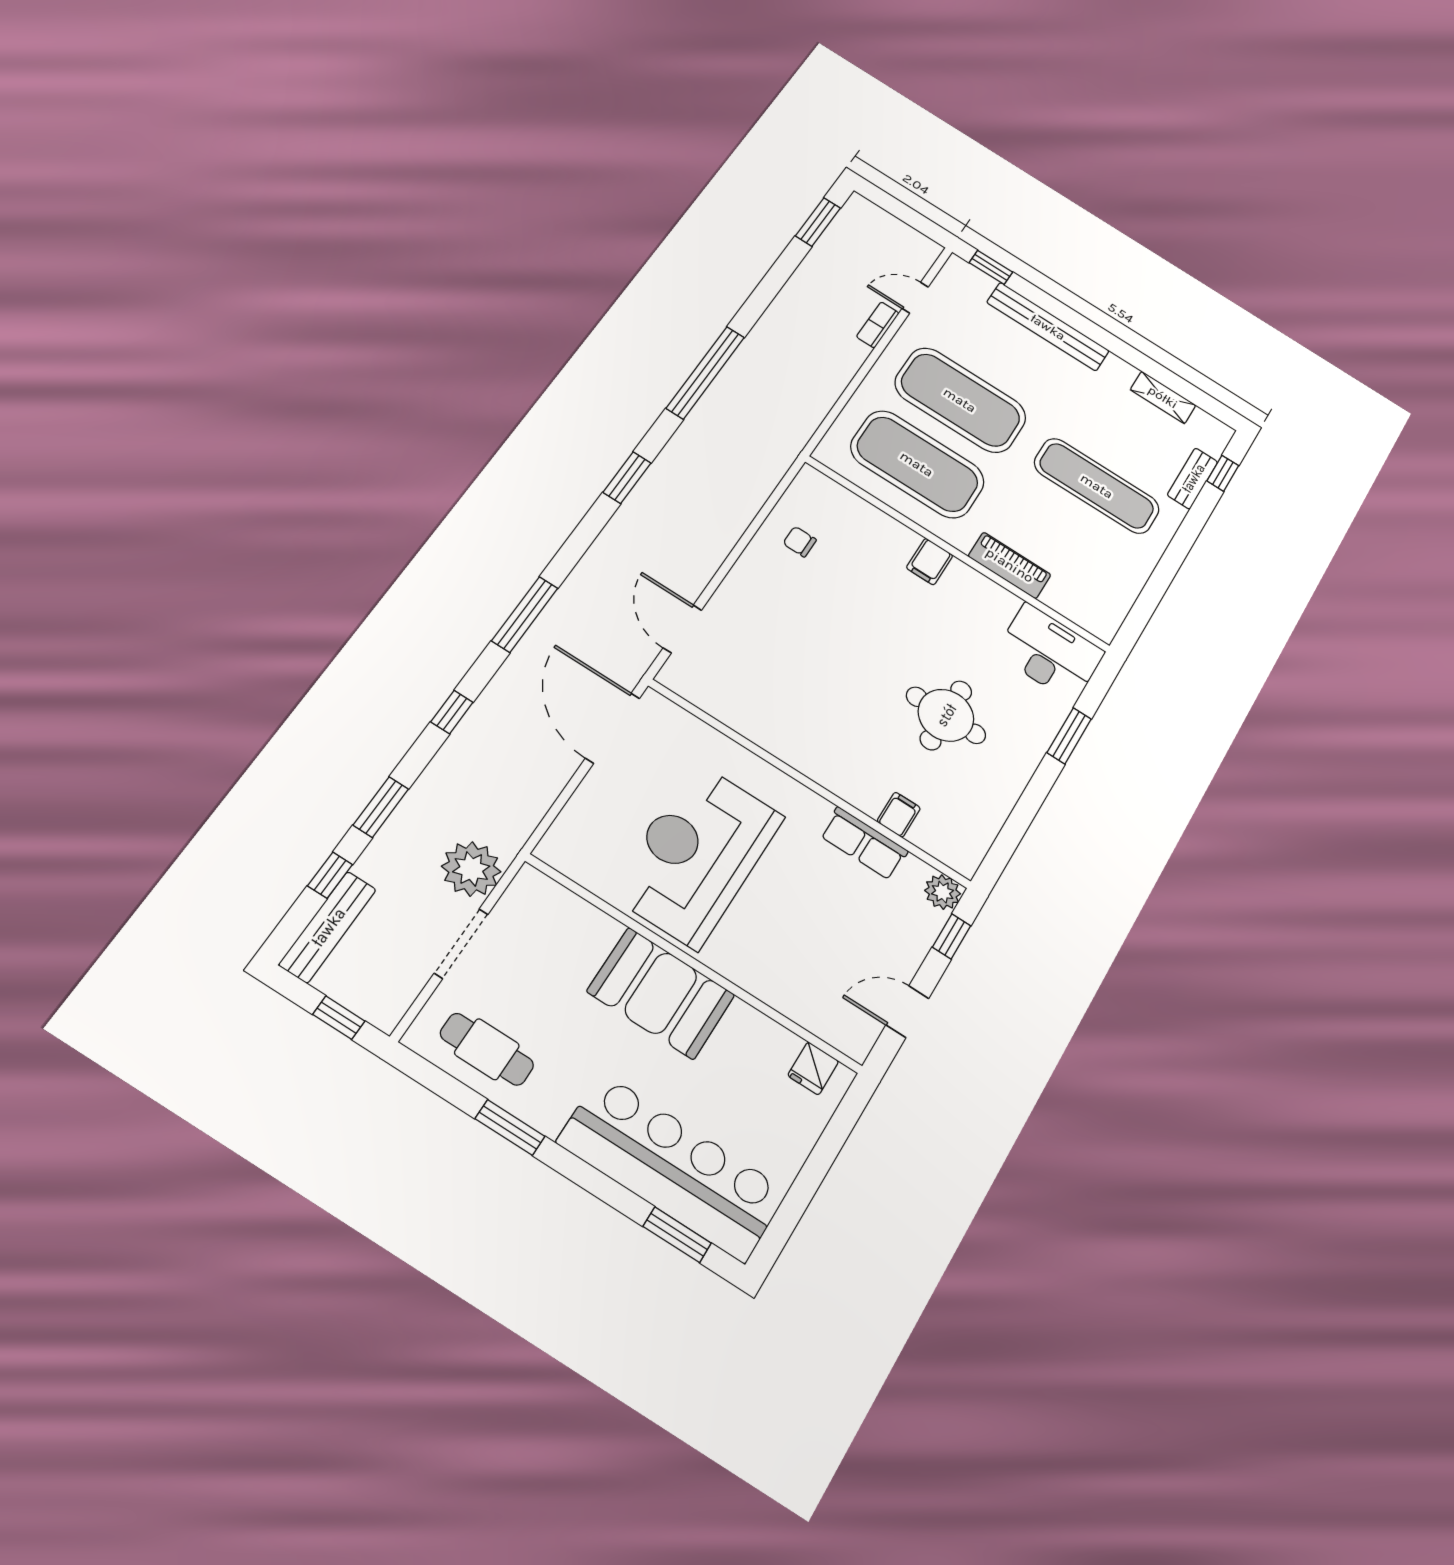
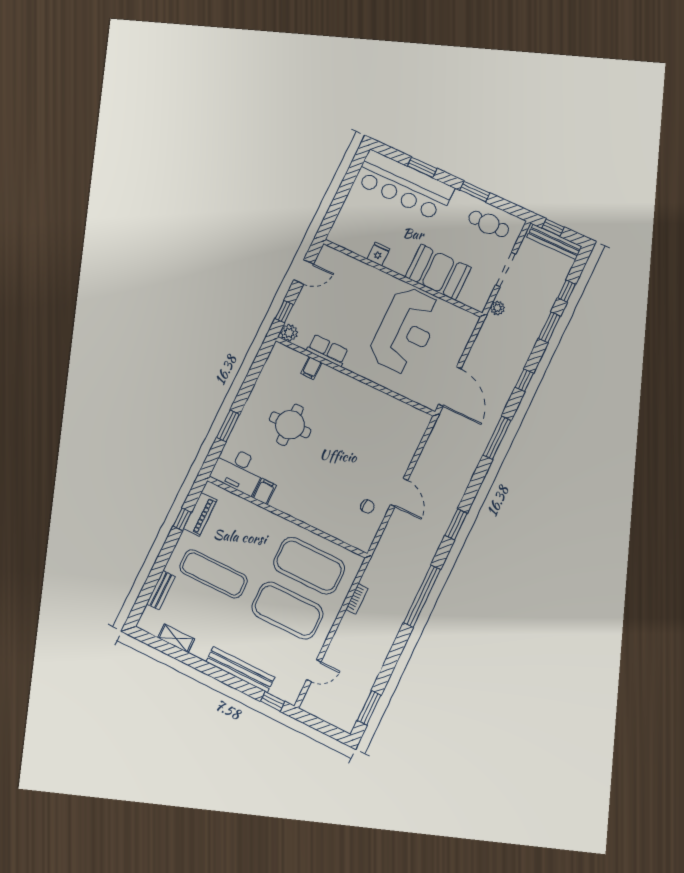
bookcase: (878, 325) -> (357, 599), moved
window: (1223, 473) -> (182, 519), moved
filing cabinet: (930, 562) -> (264, 491), moved
piano: (1010, 565) -> (200, 514), moved, turned -90
door: (682, 629) -> (399, 492), moved
plant: (471, 869) -> (497, 308), width x0.53, depth x0.53
bench: (328, 927) -> (554, 242), moved, turned 90
booth: (661, 993) -> (438, 272), moved
fridge: (813, 1068) -> (378, 254), moved
window: (677, 1235) -> (422, 167), moved

